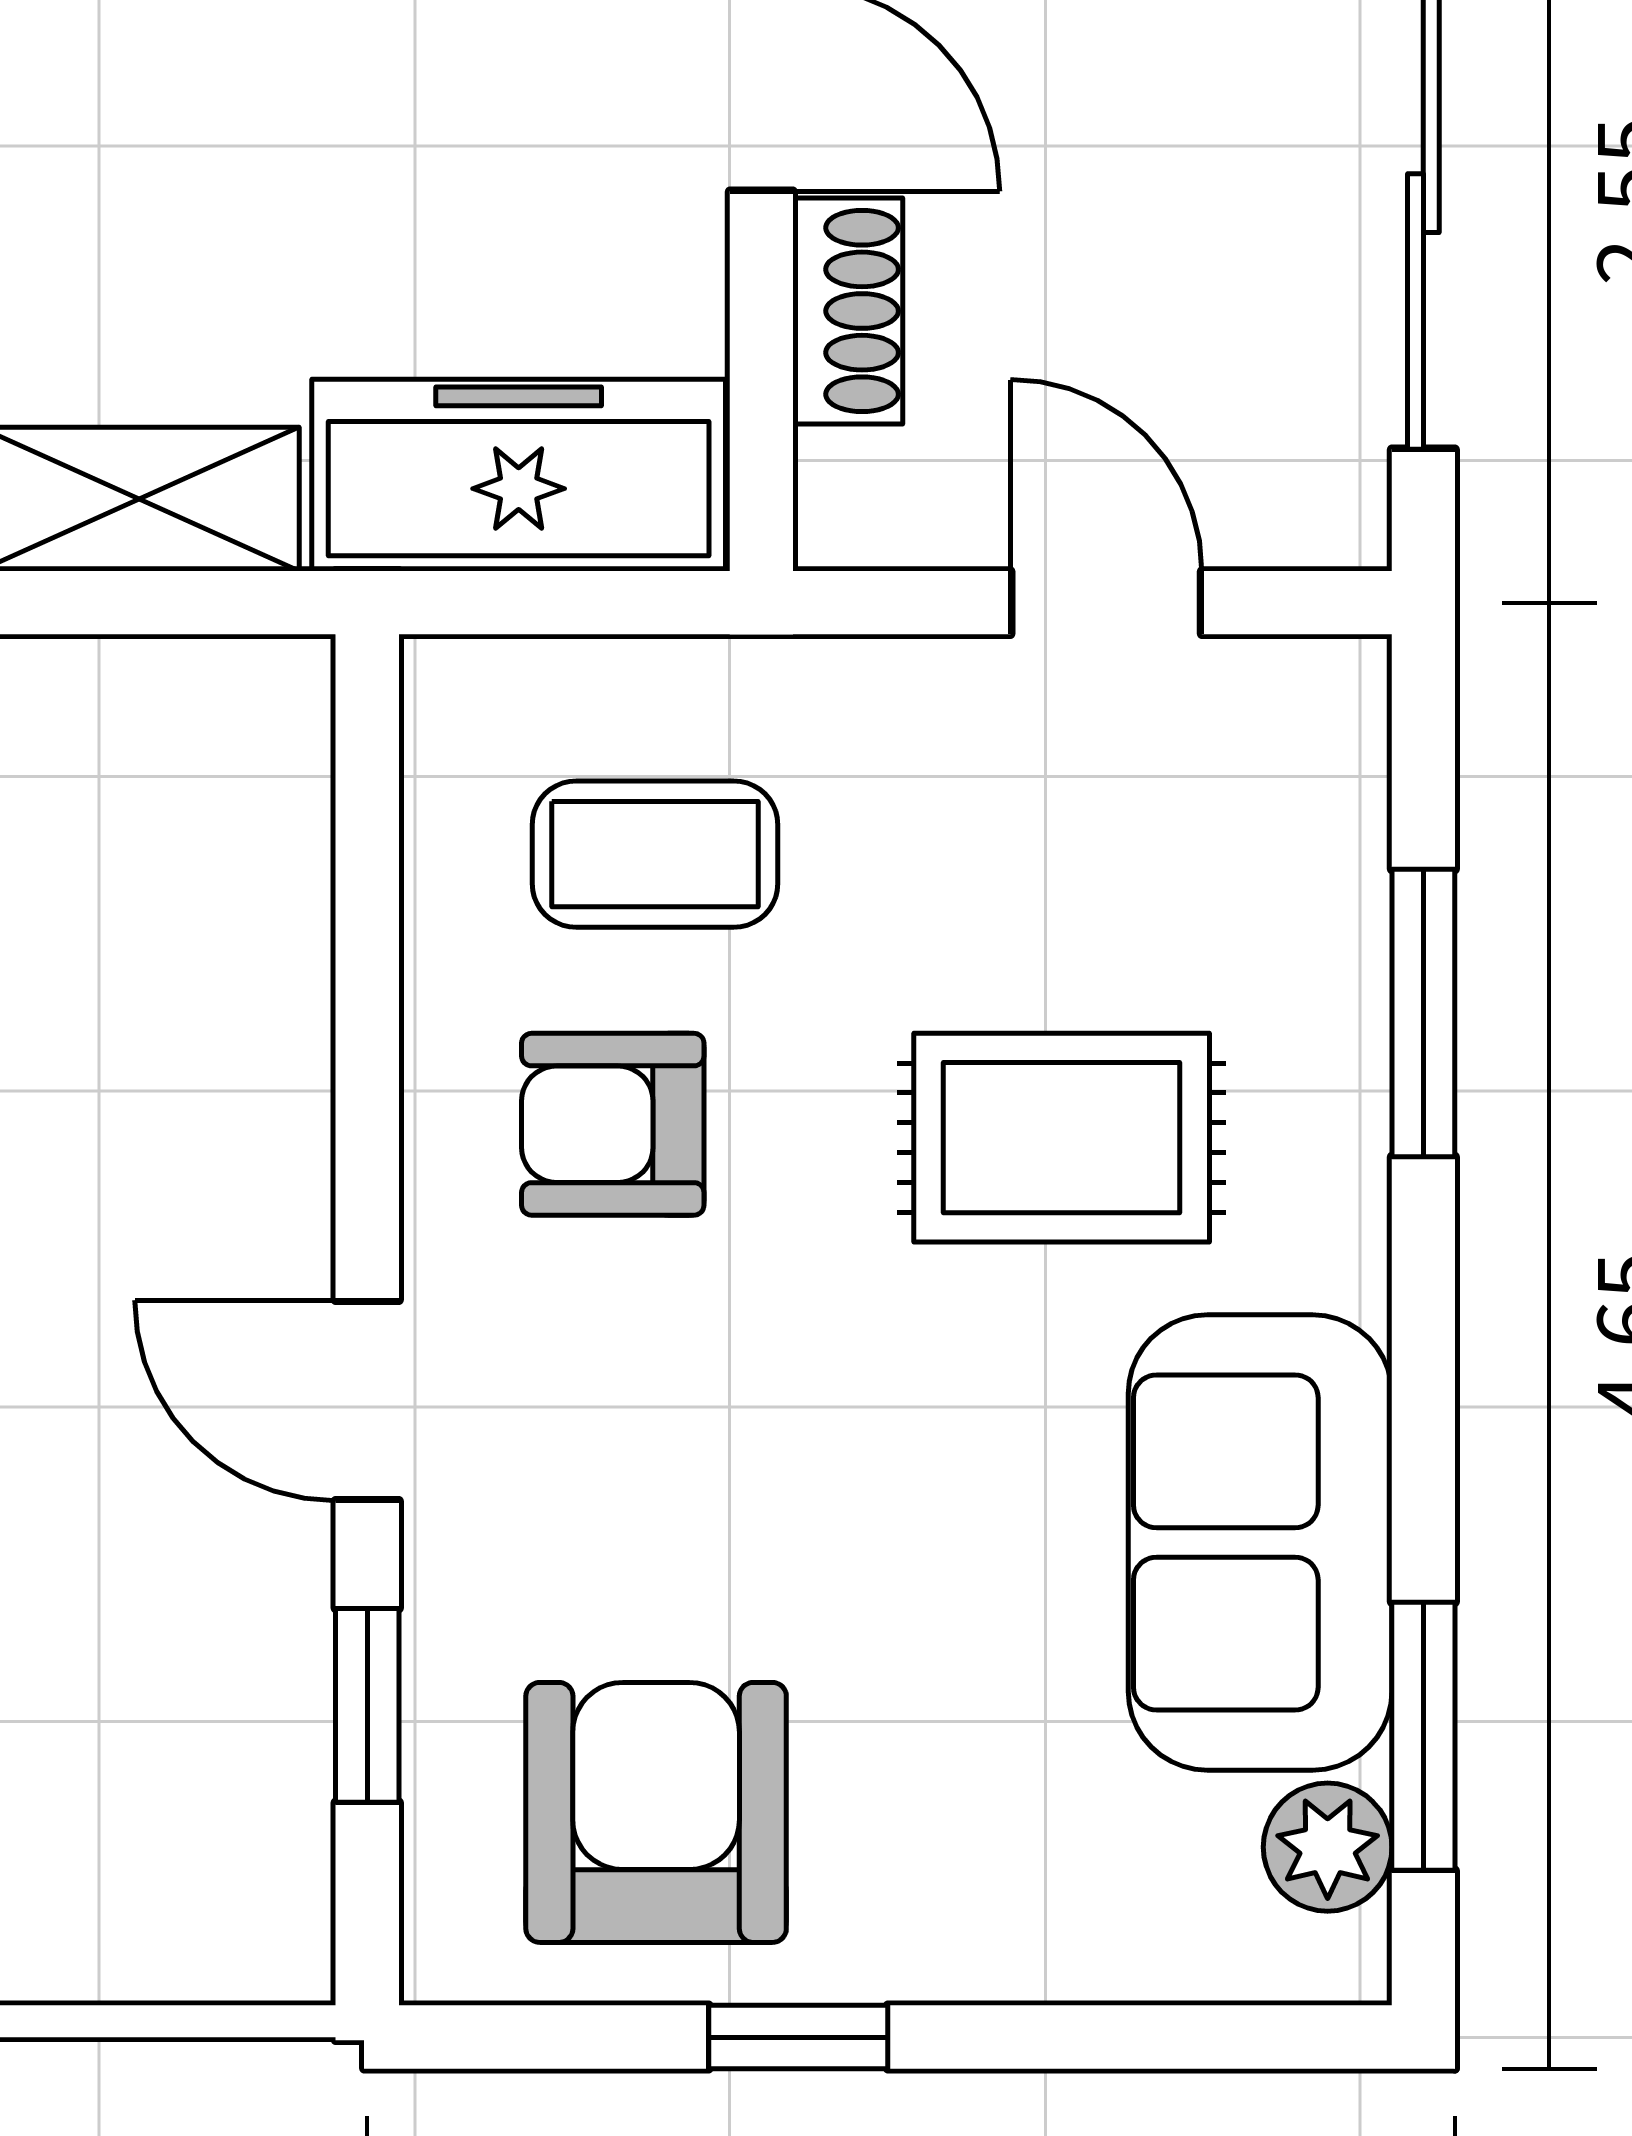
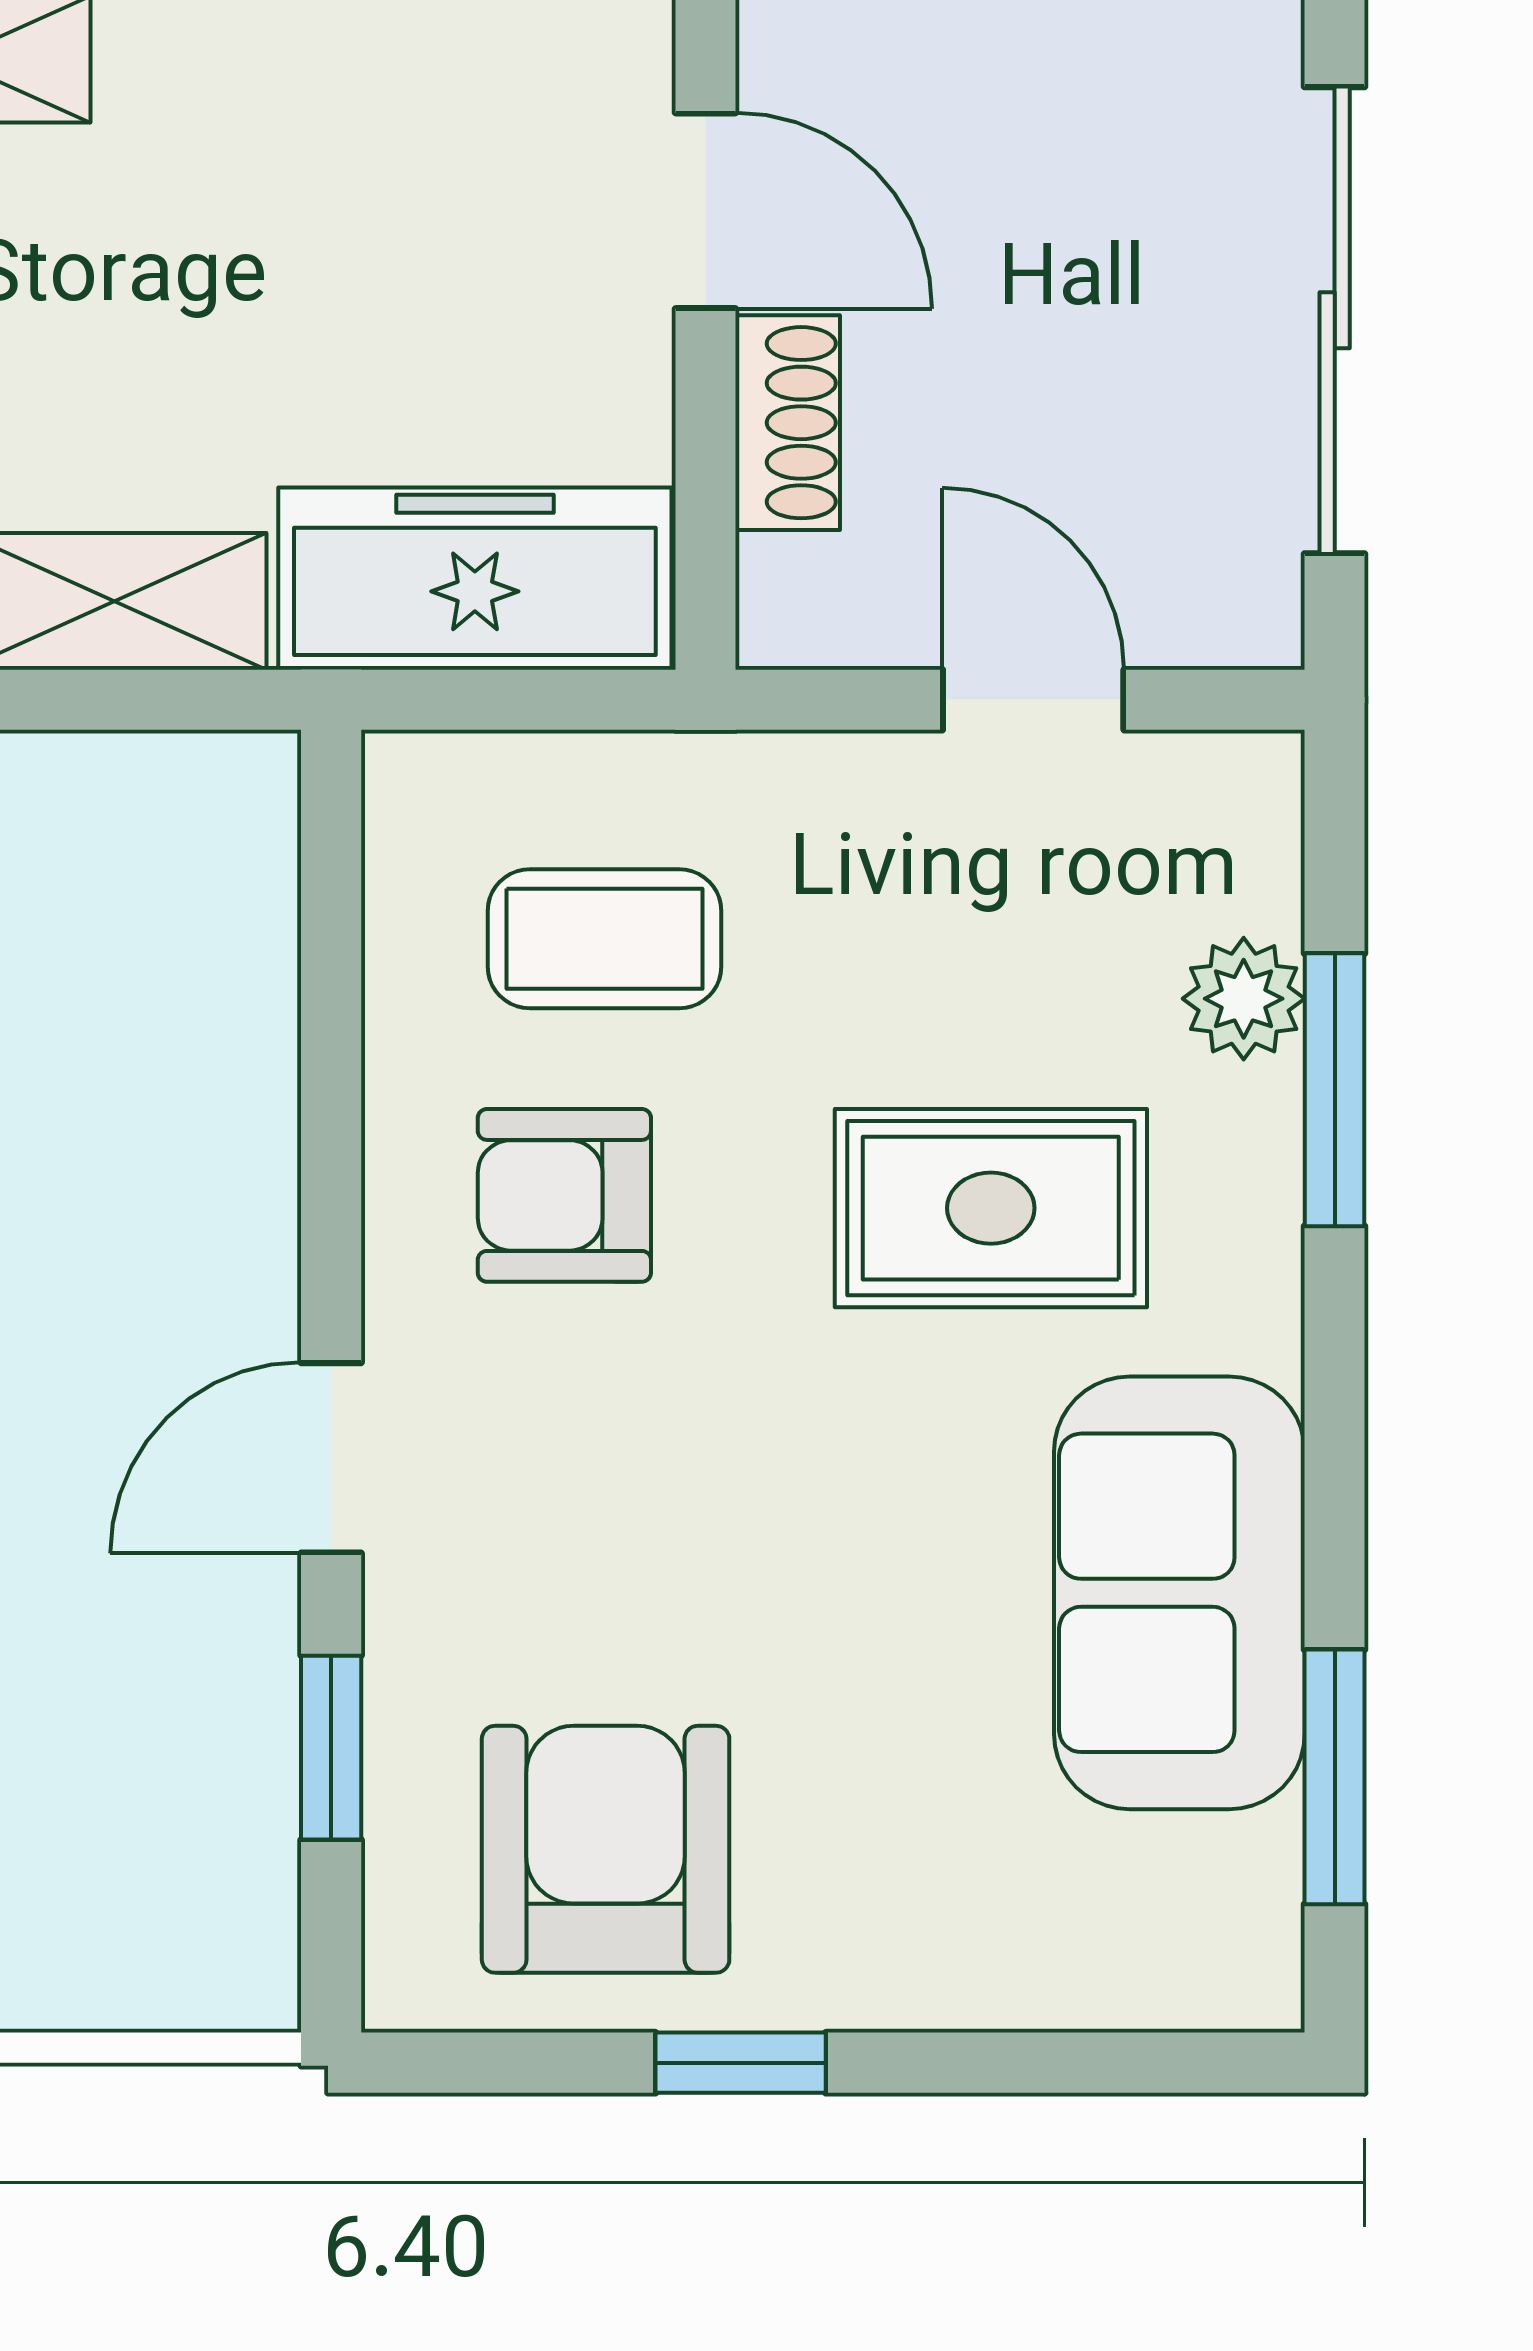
door: (367, 1400) -> (331, 1458), hinge flipped
plant: (1328, 1847) -> (1244, 999), moved

